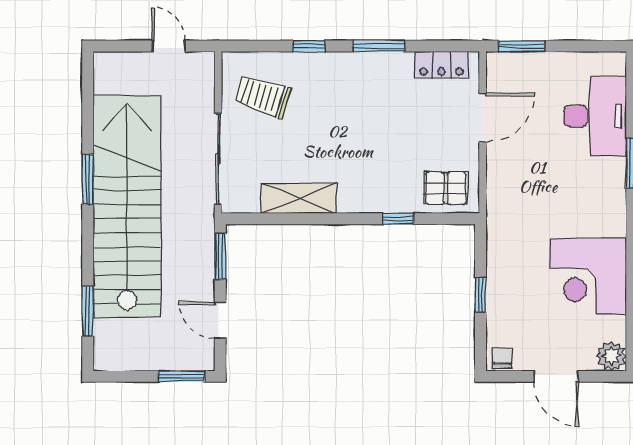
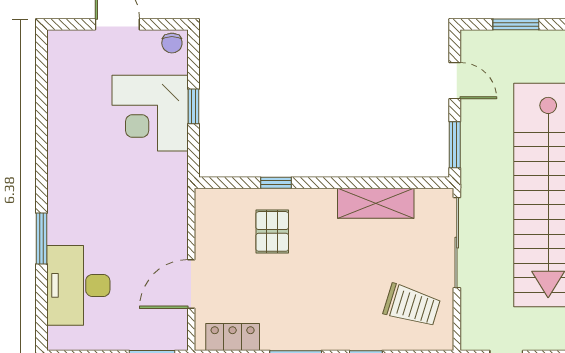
pallet: (446, 188) -> (272, 231), moved, turned 90
corner desk: (589, 276) -> (150, 113), moved, turned 180
plant: (612, 356) -> (62, 45), removed
window: (181, 376) -> (516, 24), moved

